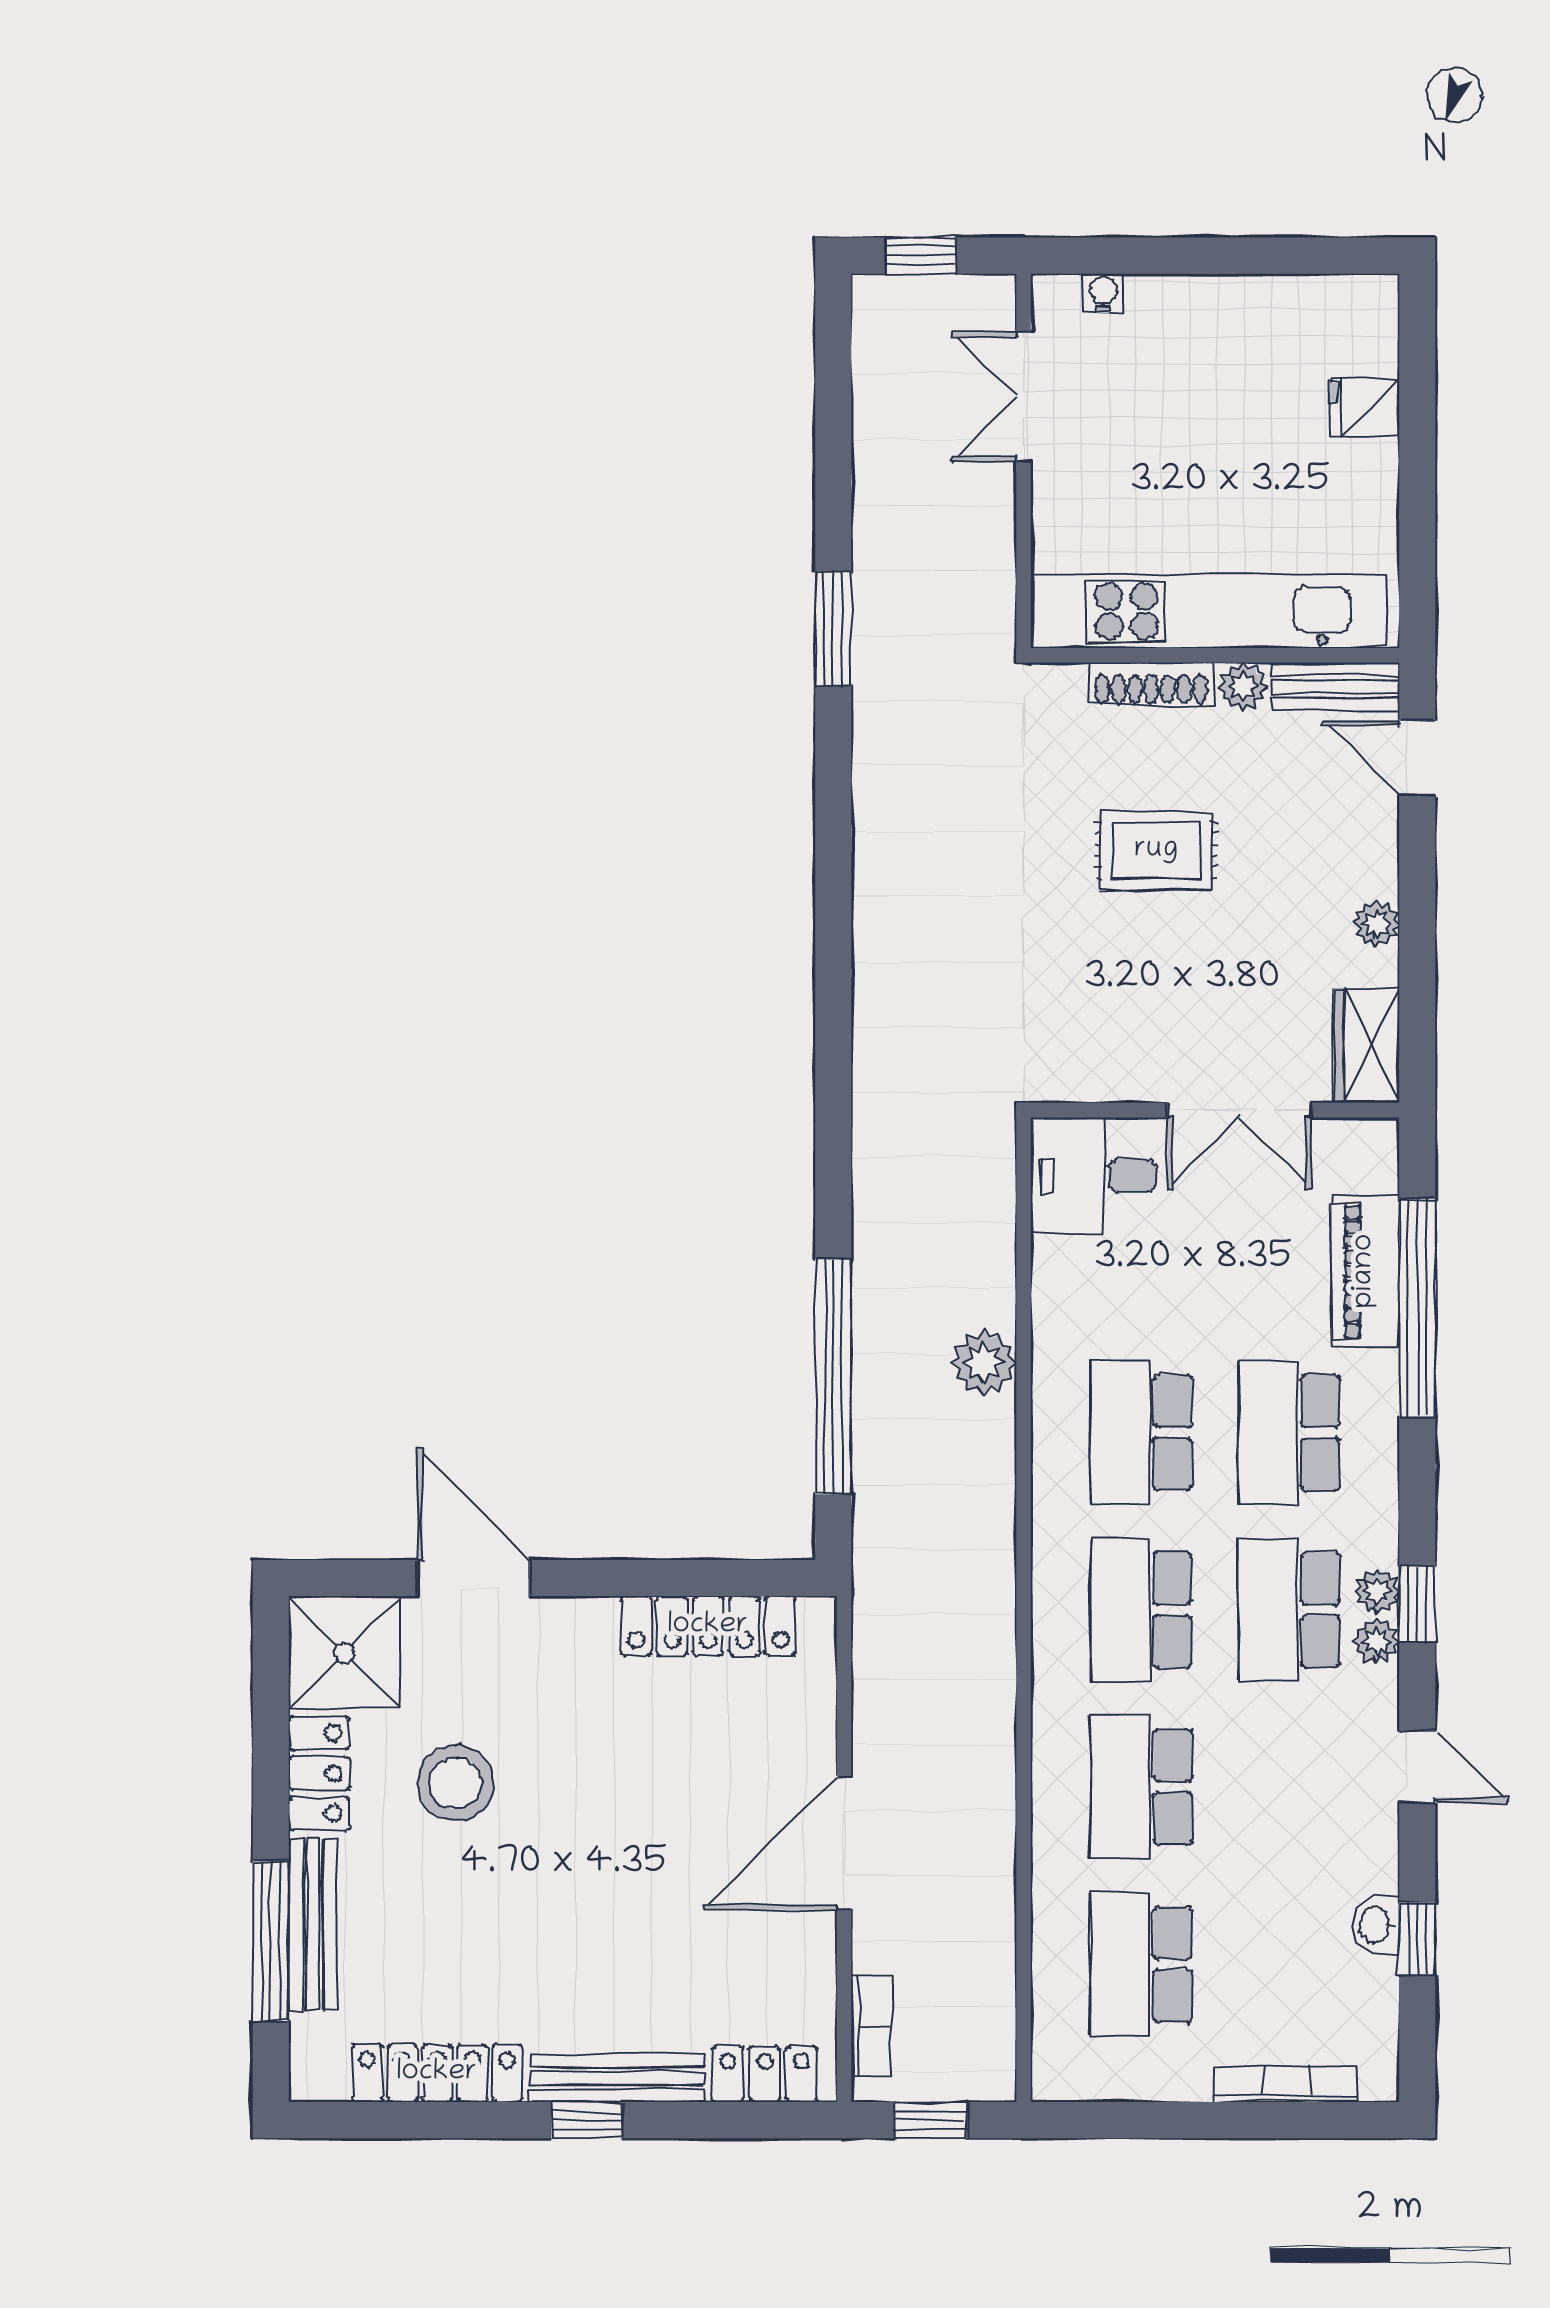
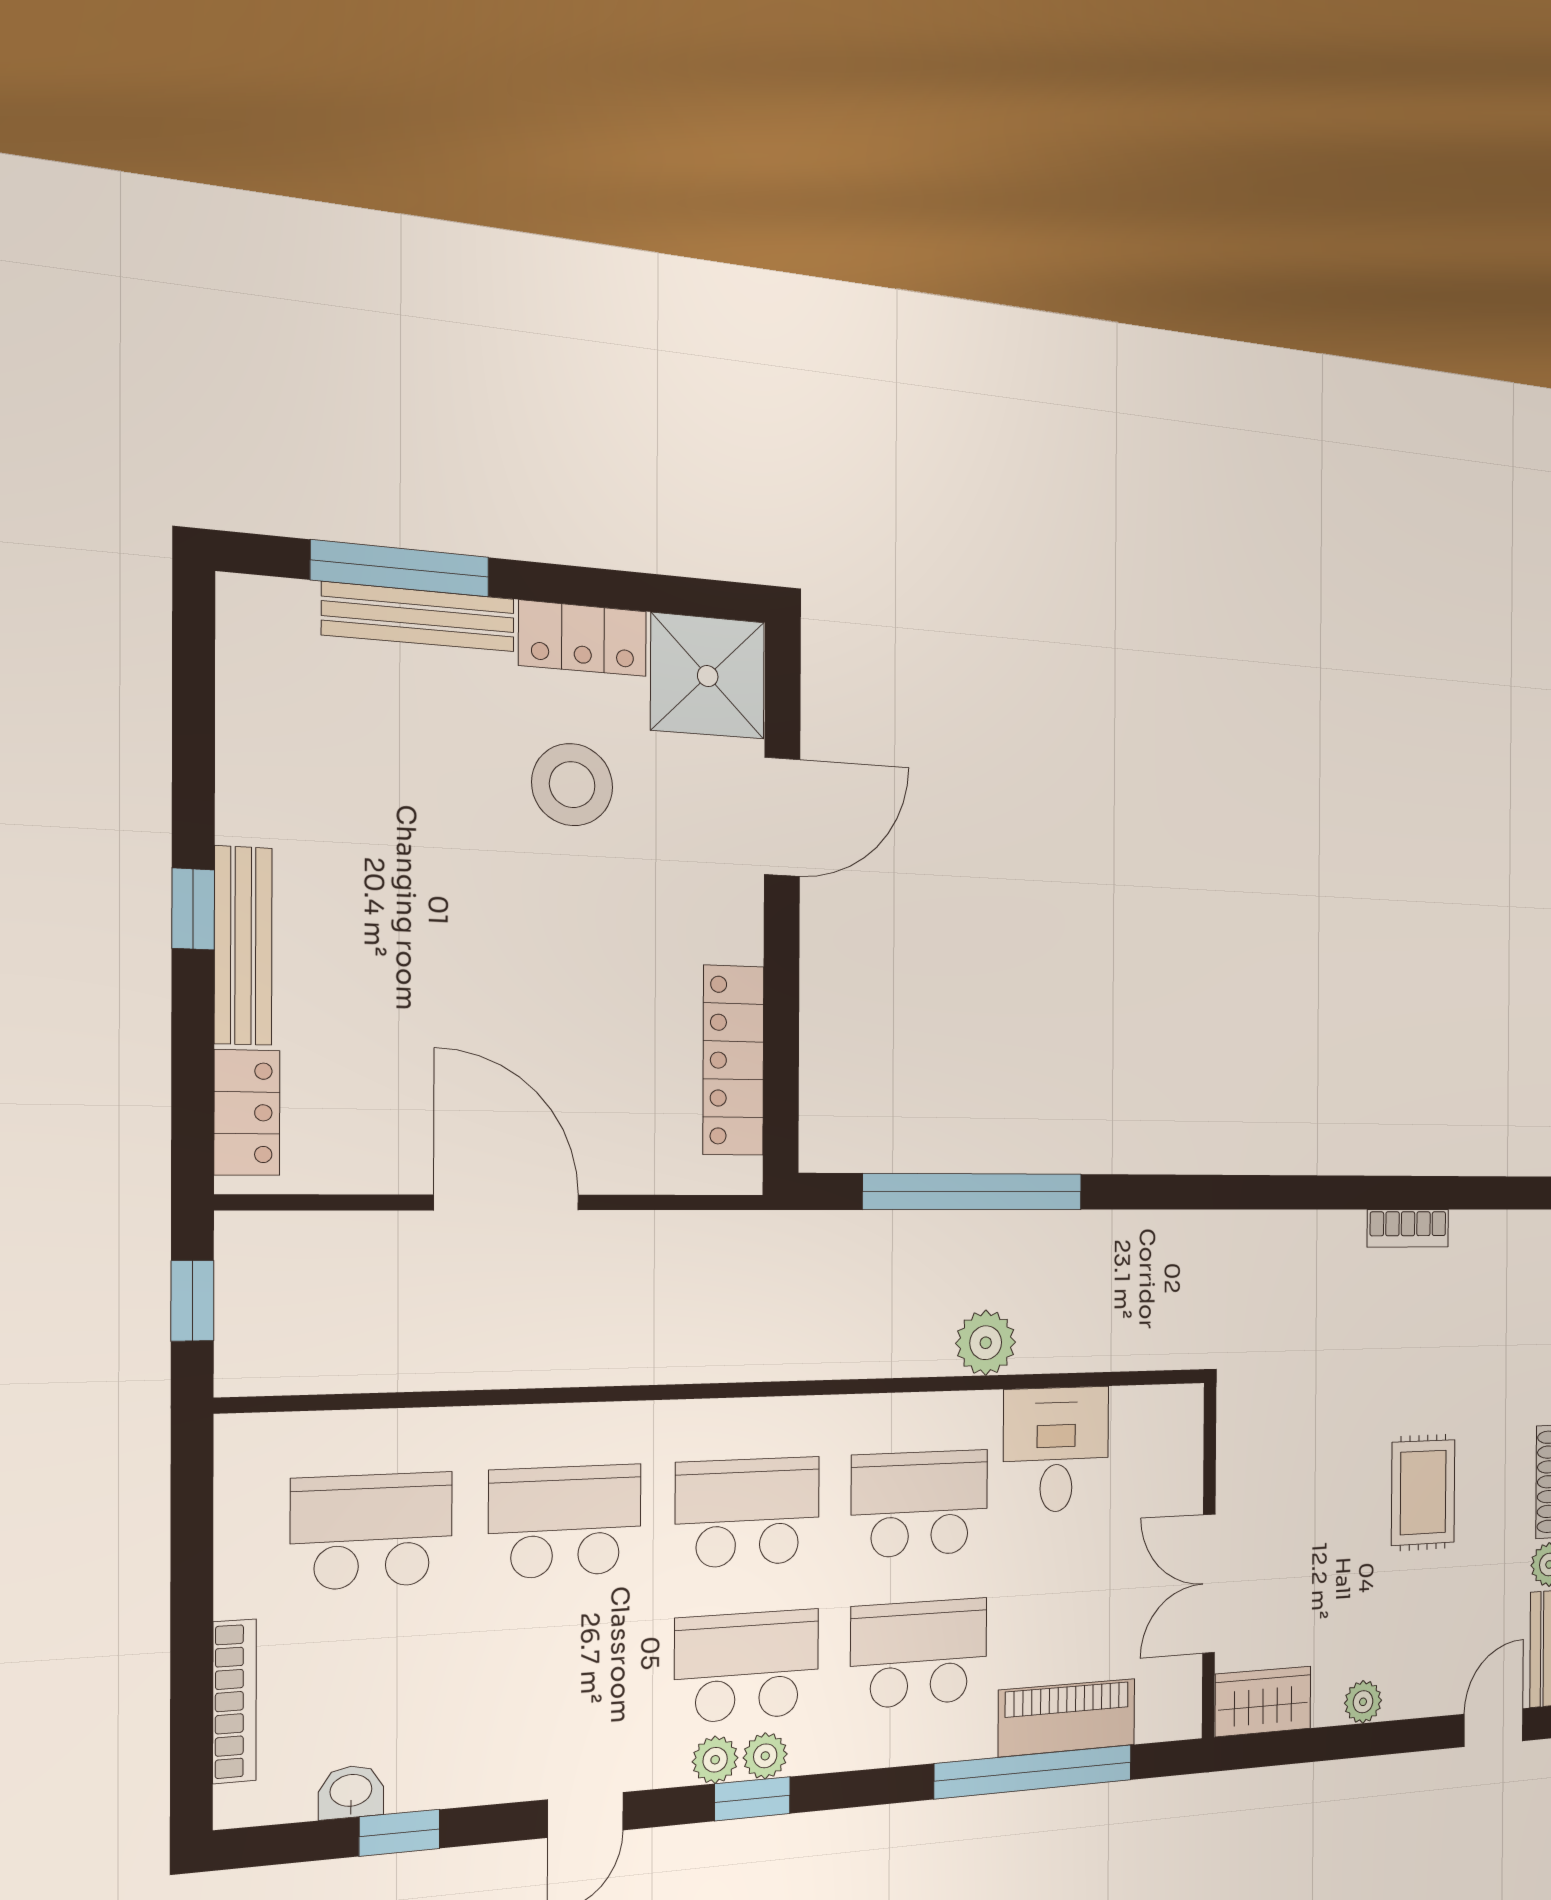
desk: (1093, 1175) -> (1056, 1450), moved
washbasin: (1376, 1925) -> (351, 1792), moved
bookcase: (871, 2025) -> (1408, 1228), moved
locker: (437, 2073) -> (249, 742), removed

